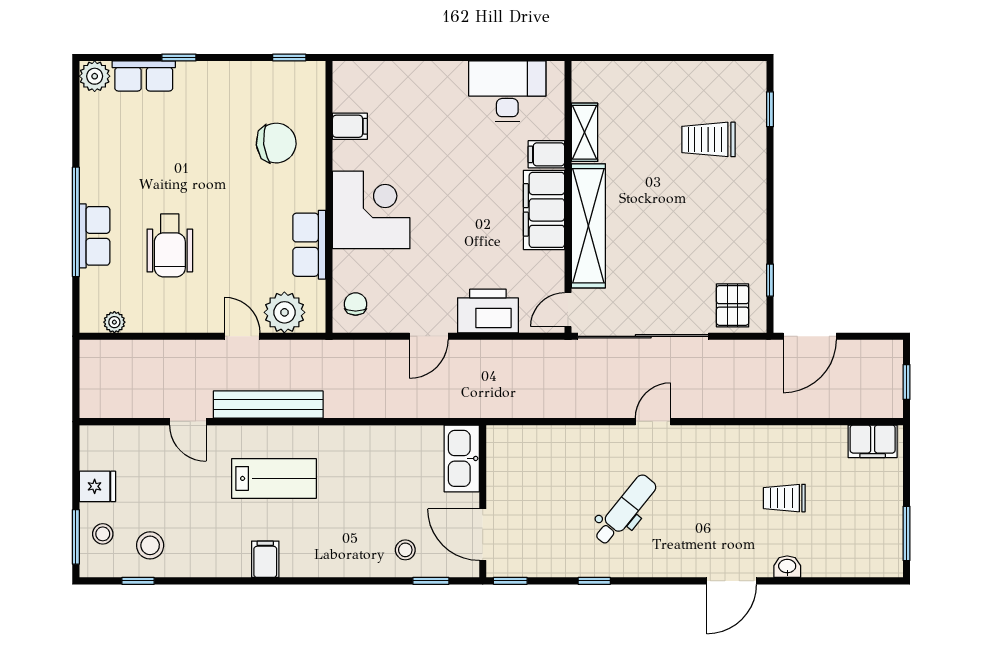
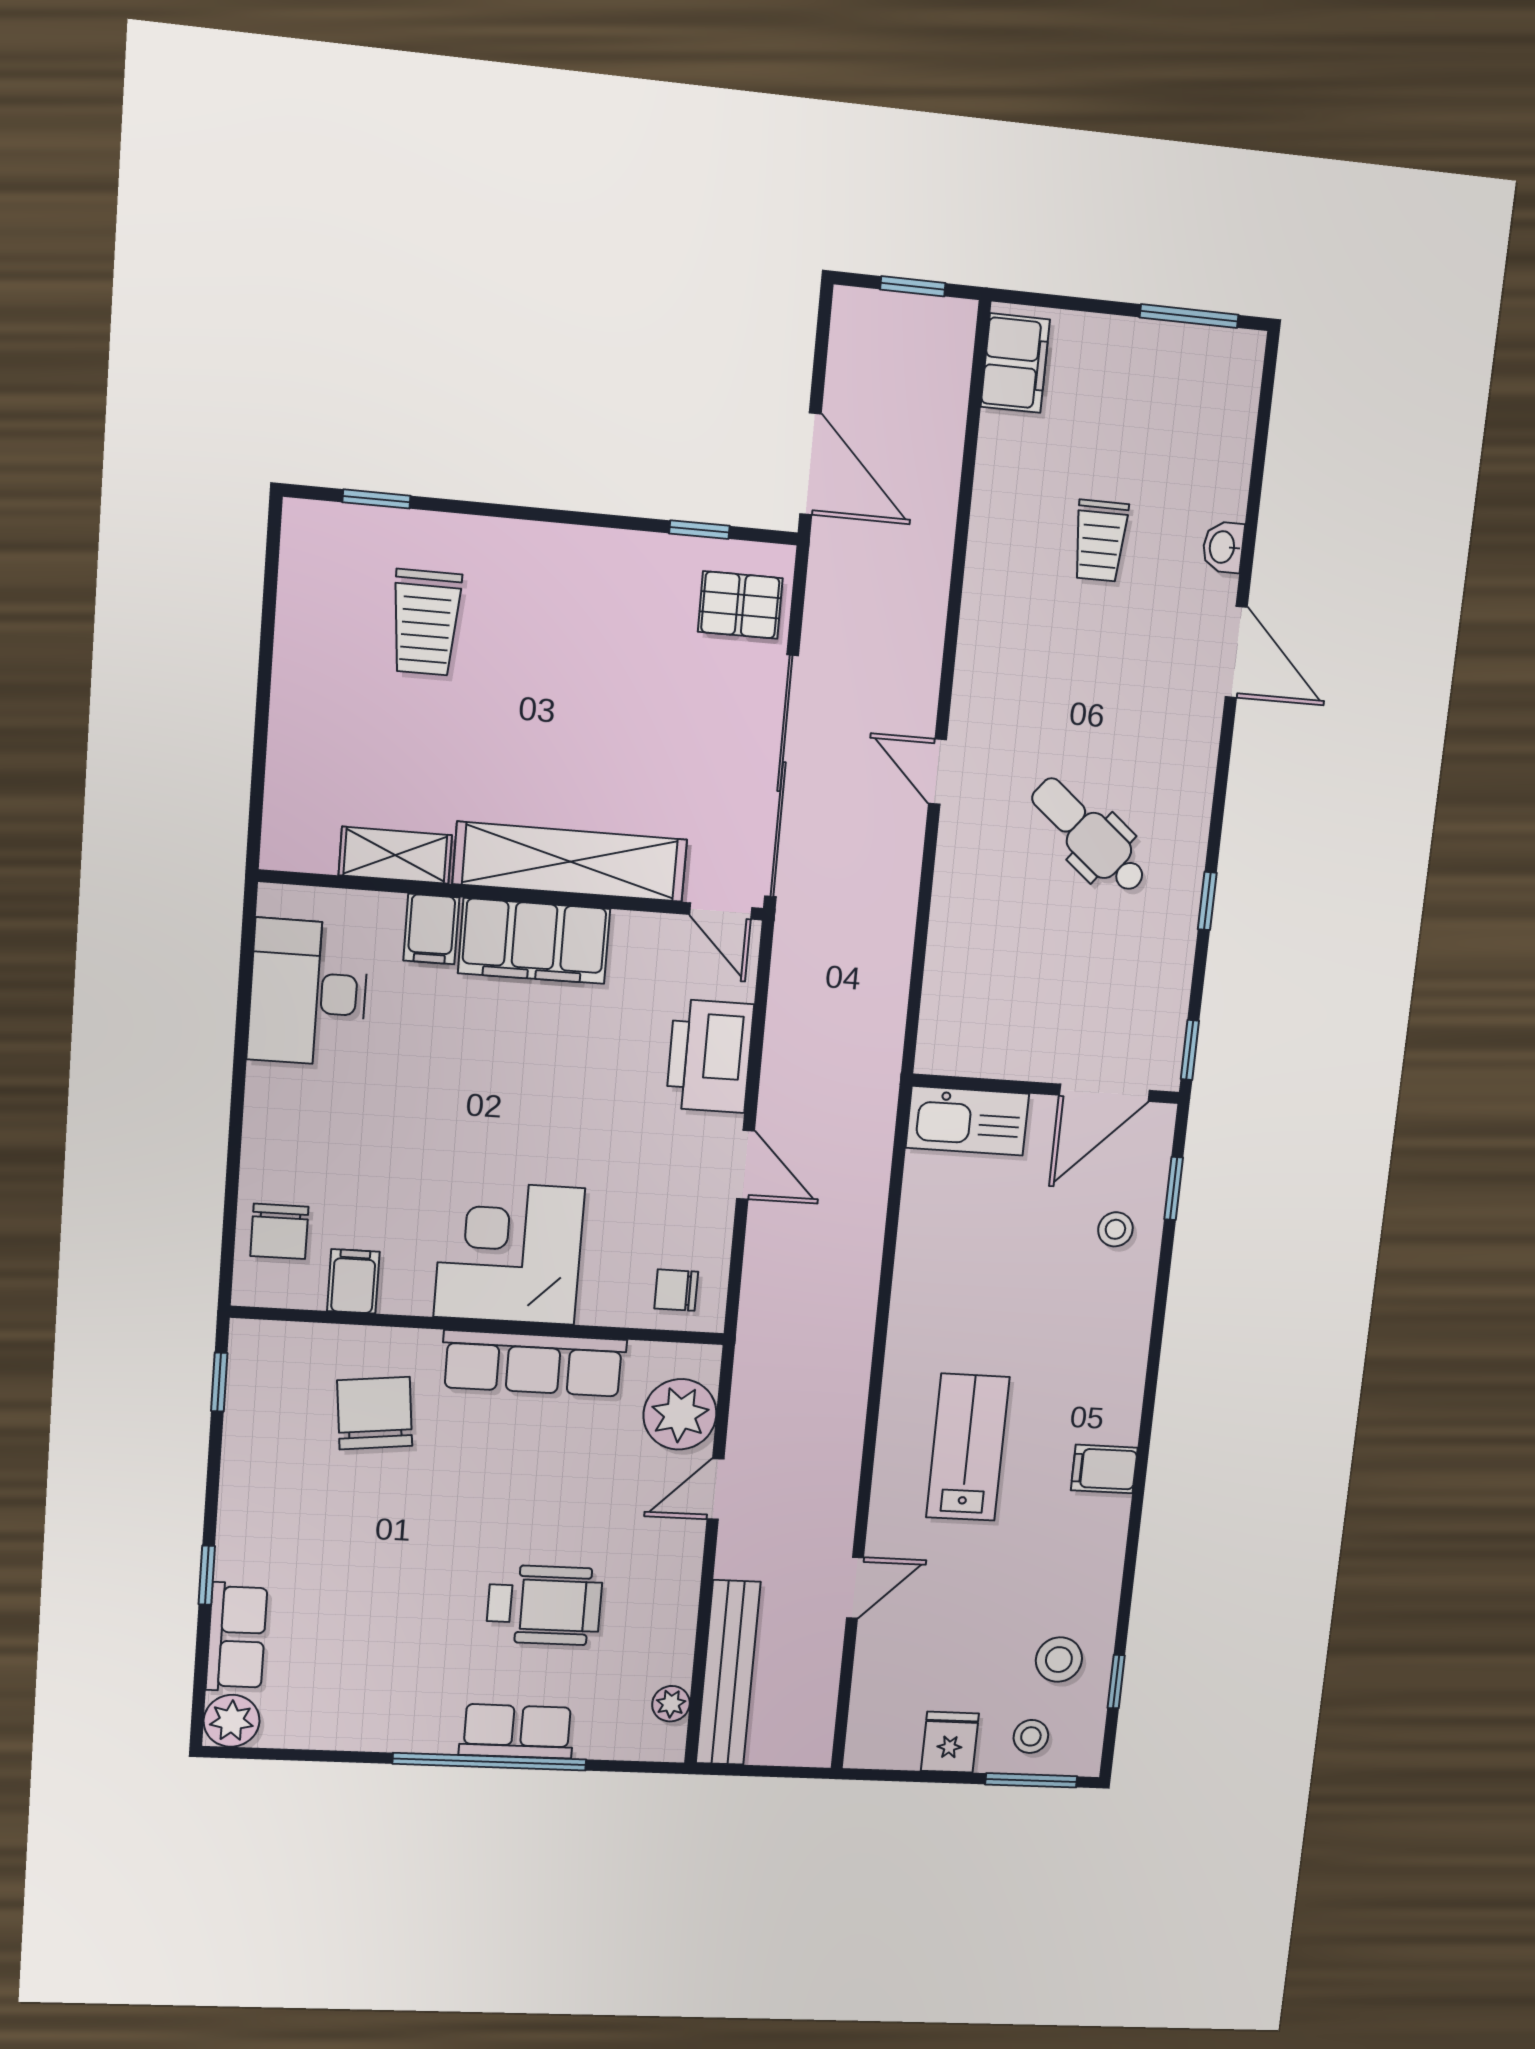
chair: (375, 84) -> (279, 1231), added
row of seats: (309, 245) -> (534, 1363), width x1.48
bench: (268, 405) -> (728, 1673), moved

